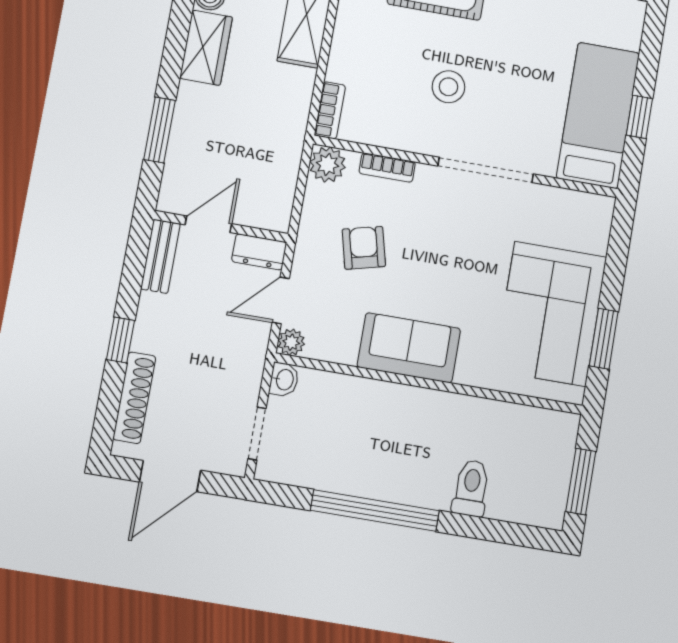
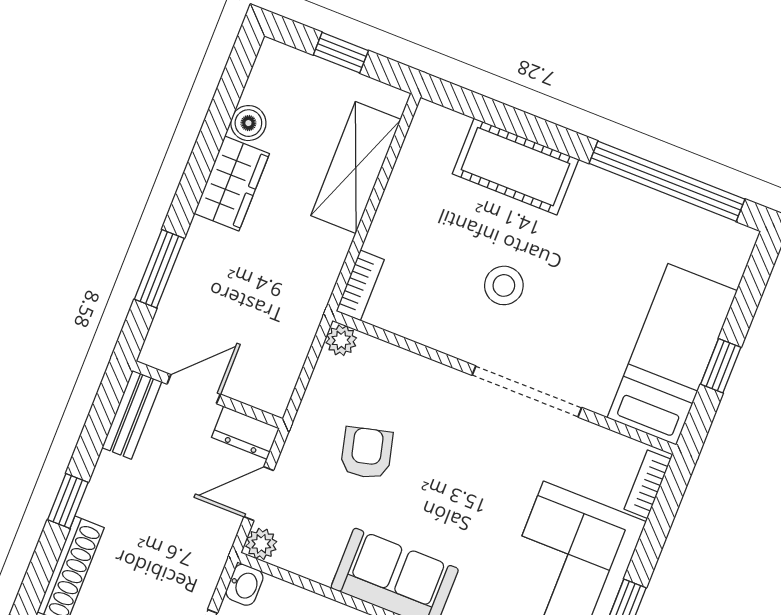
plant: (328, 164) -> (341, 340), width x0.73, depth x0.73
bookcase: (387, 168) -> (647, 484), moved, turned 90

